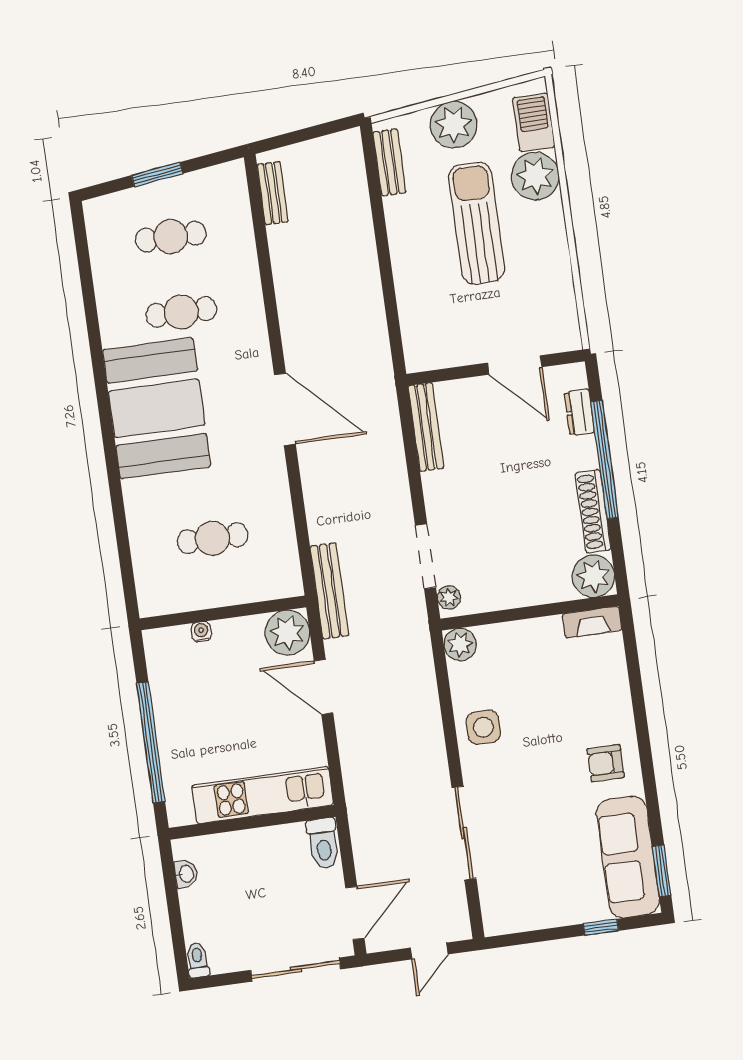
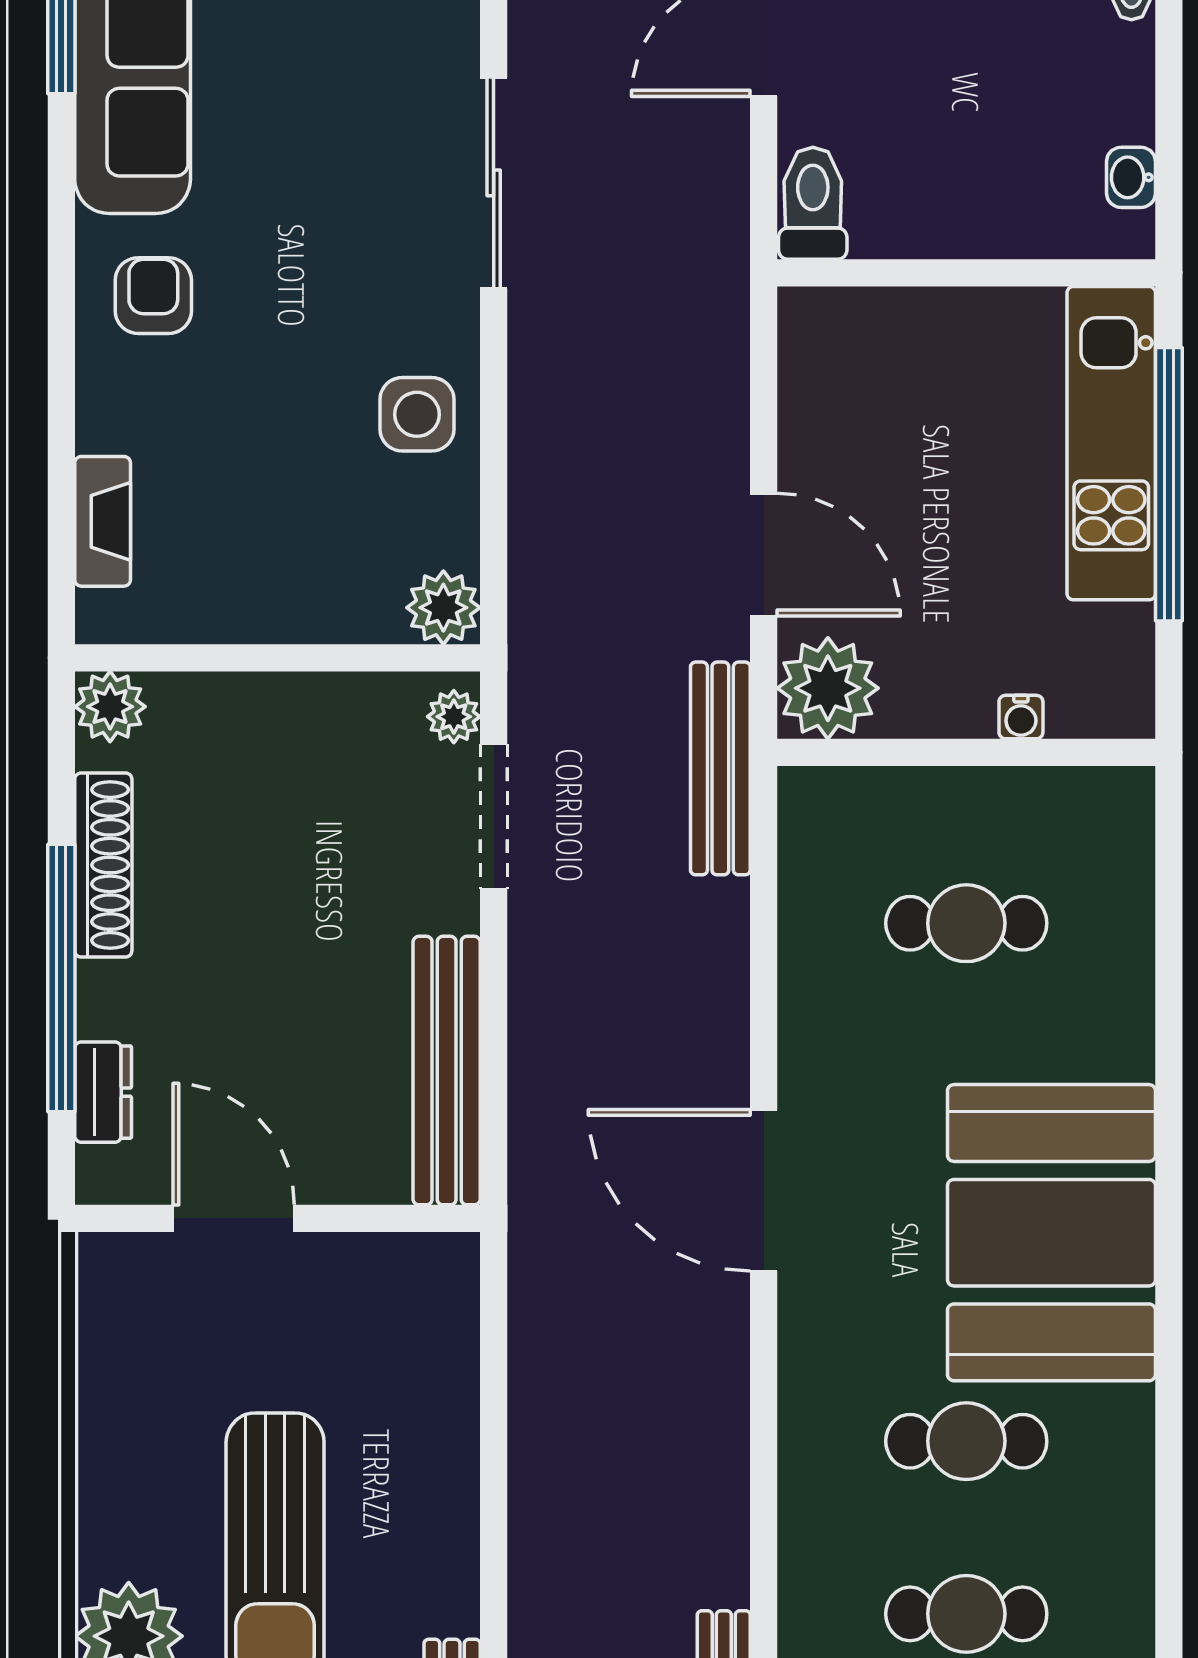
bench: (426, 427) -> (447, 1071), width x1.37, depth x1.21
plant: (593, 576) -> (110, 707), width x0.73, depth x0.73
fireplace: (592, 622) -> (103, 521), moved, turned 90
armchair: (606, 763) -> (153, 296), turned -90
kitchen unit: (263, 795) -> (1111, 443), moved, turned 90

